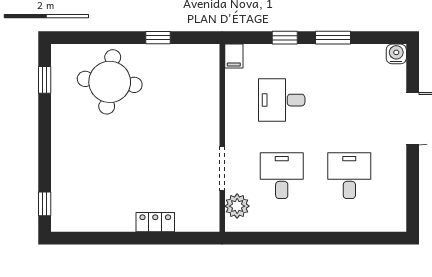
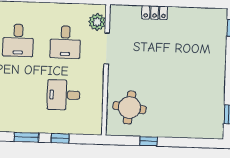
filing cabinet: (234, 56) -> (96, 127), removed
round table: (110, 82) -> (129, 108), moved, width x0.73, depth x0.73
desk: (282, 100) -> (64, 95), turned 180

